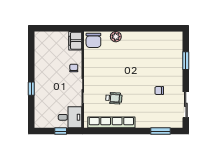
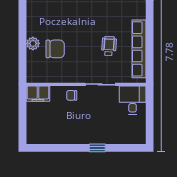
chair: (93, 40) -> (55, 49), moved
window: (61, 131) -> (150, 112), removed

